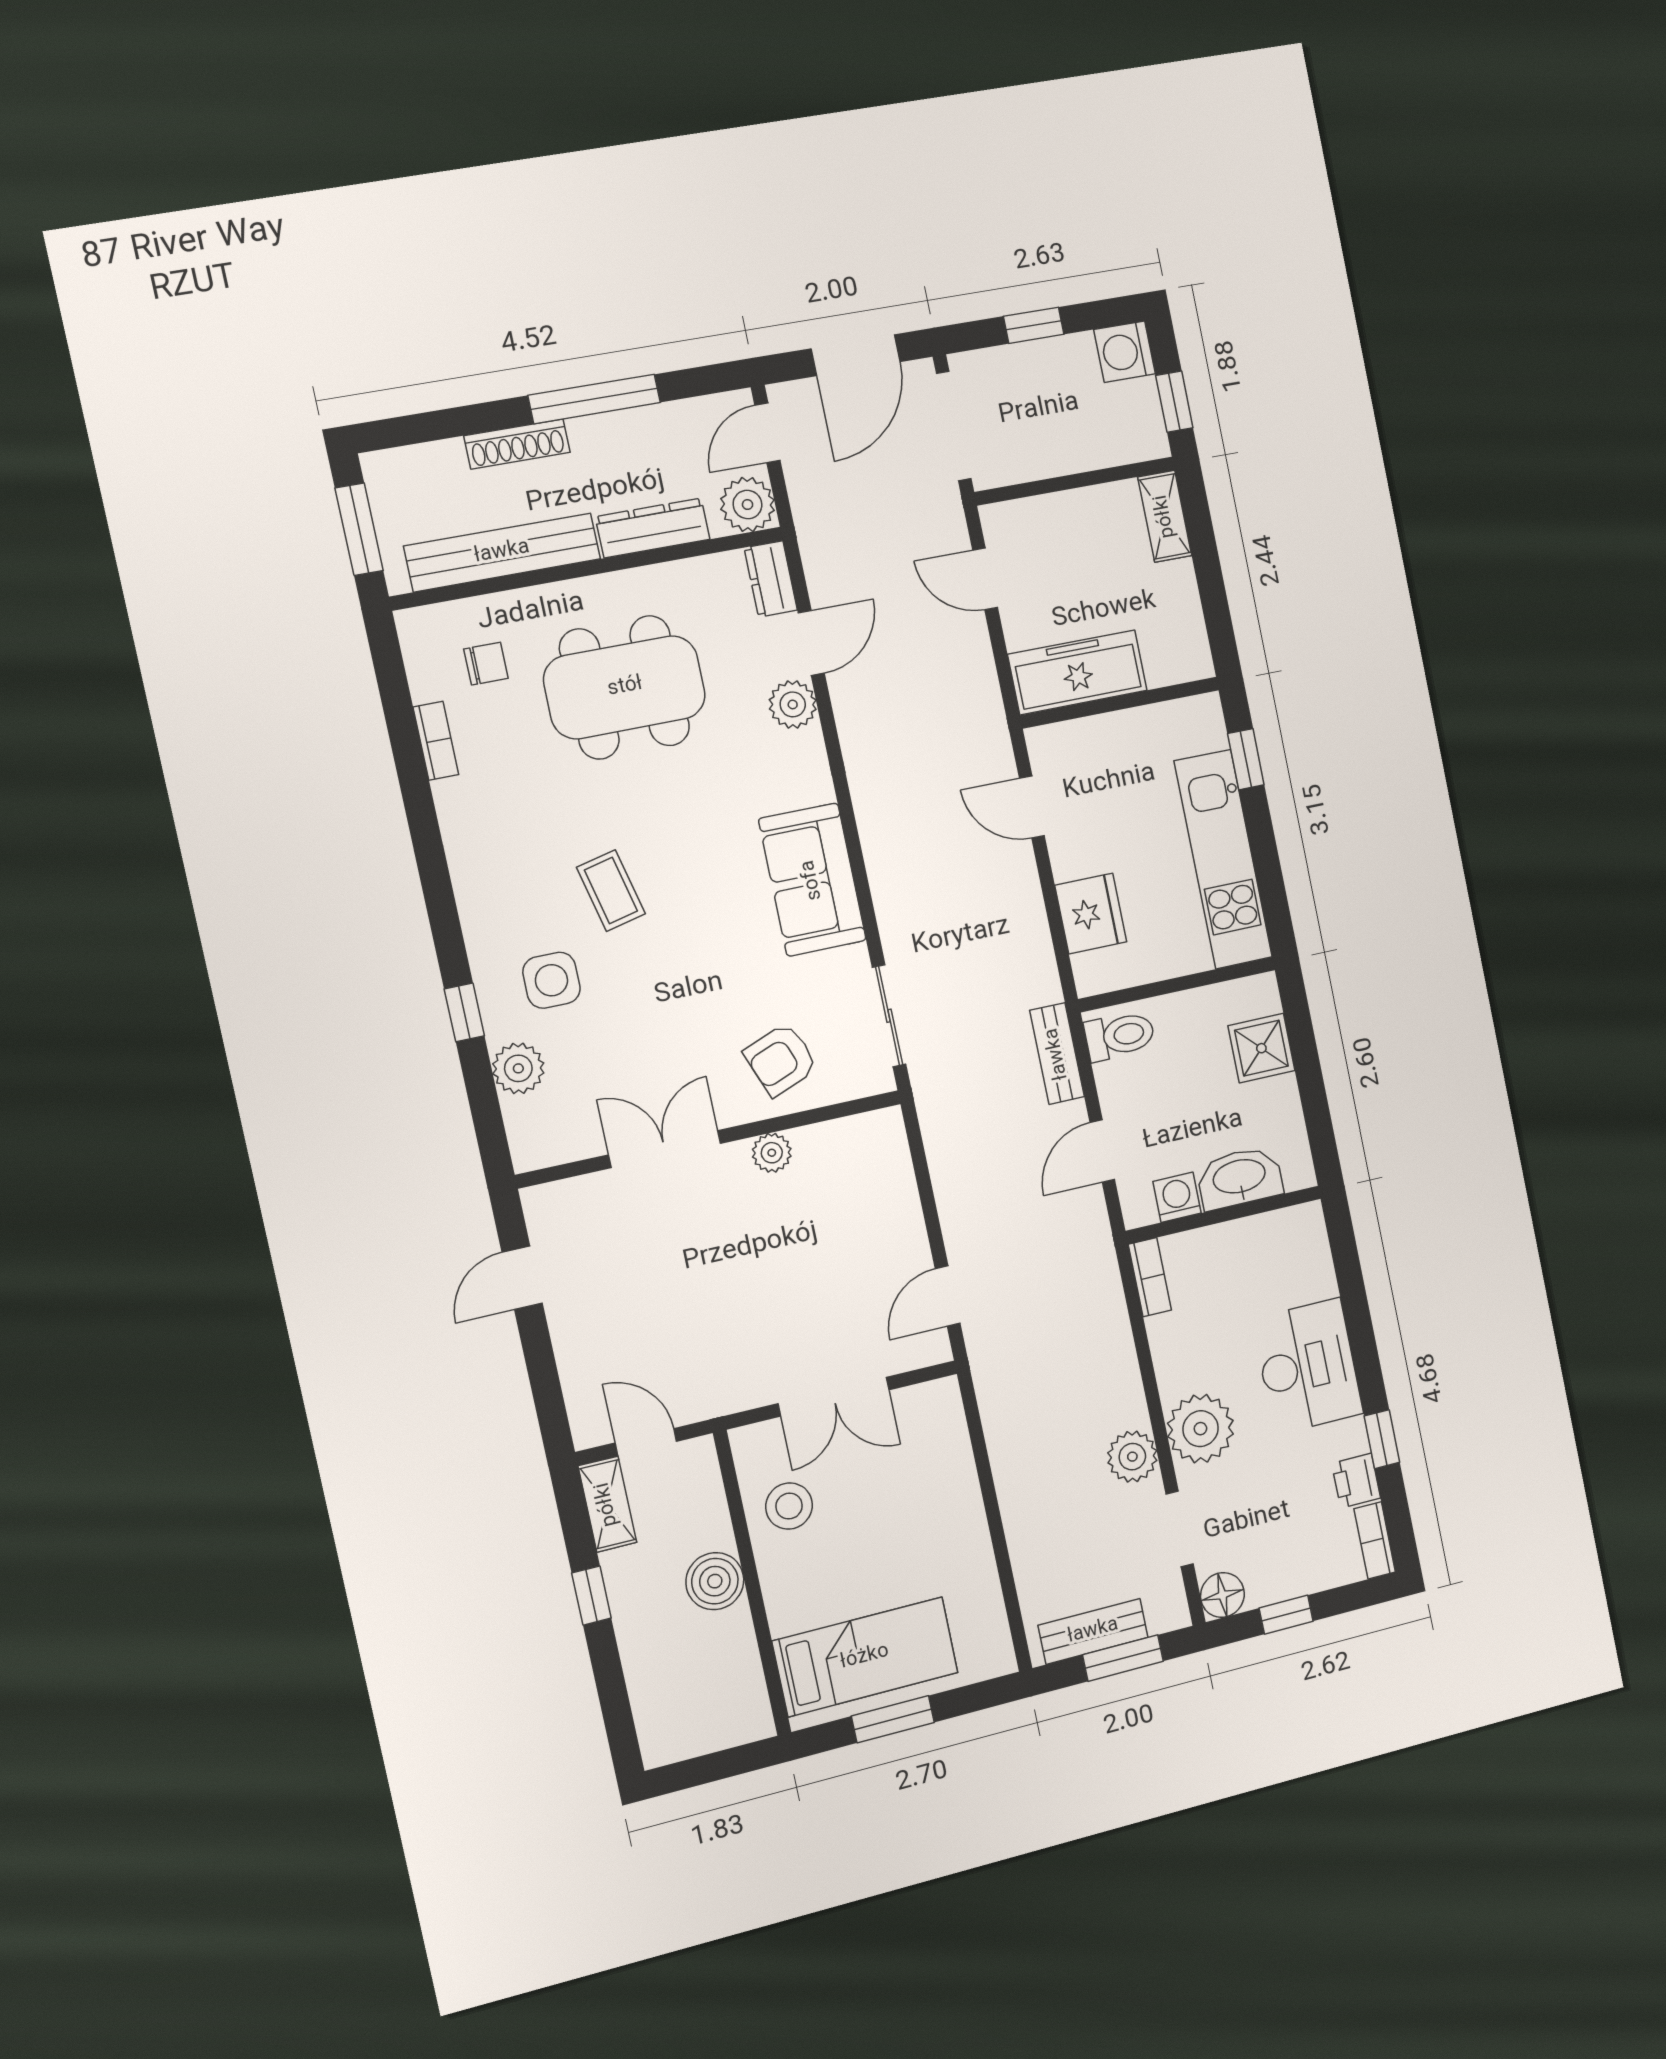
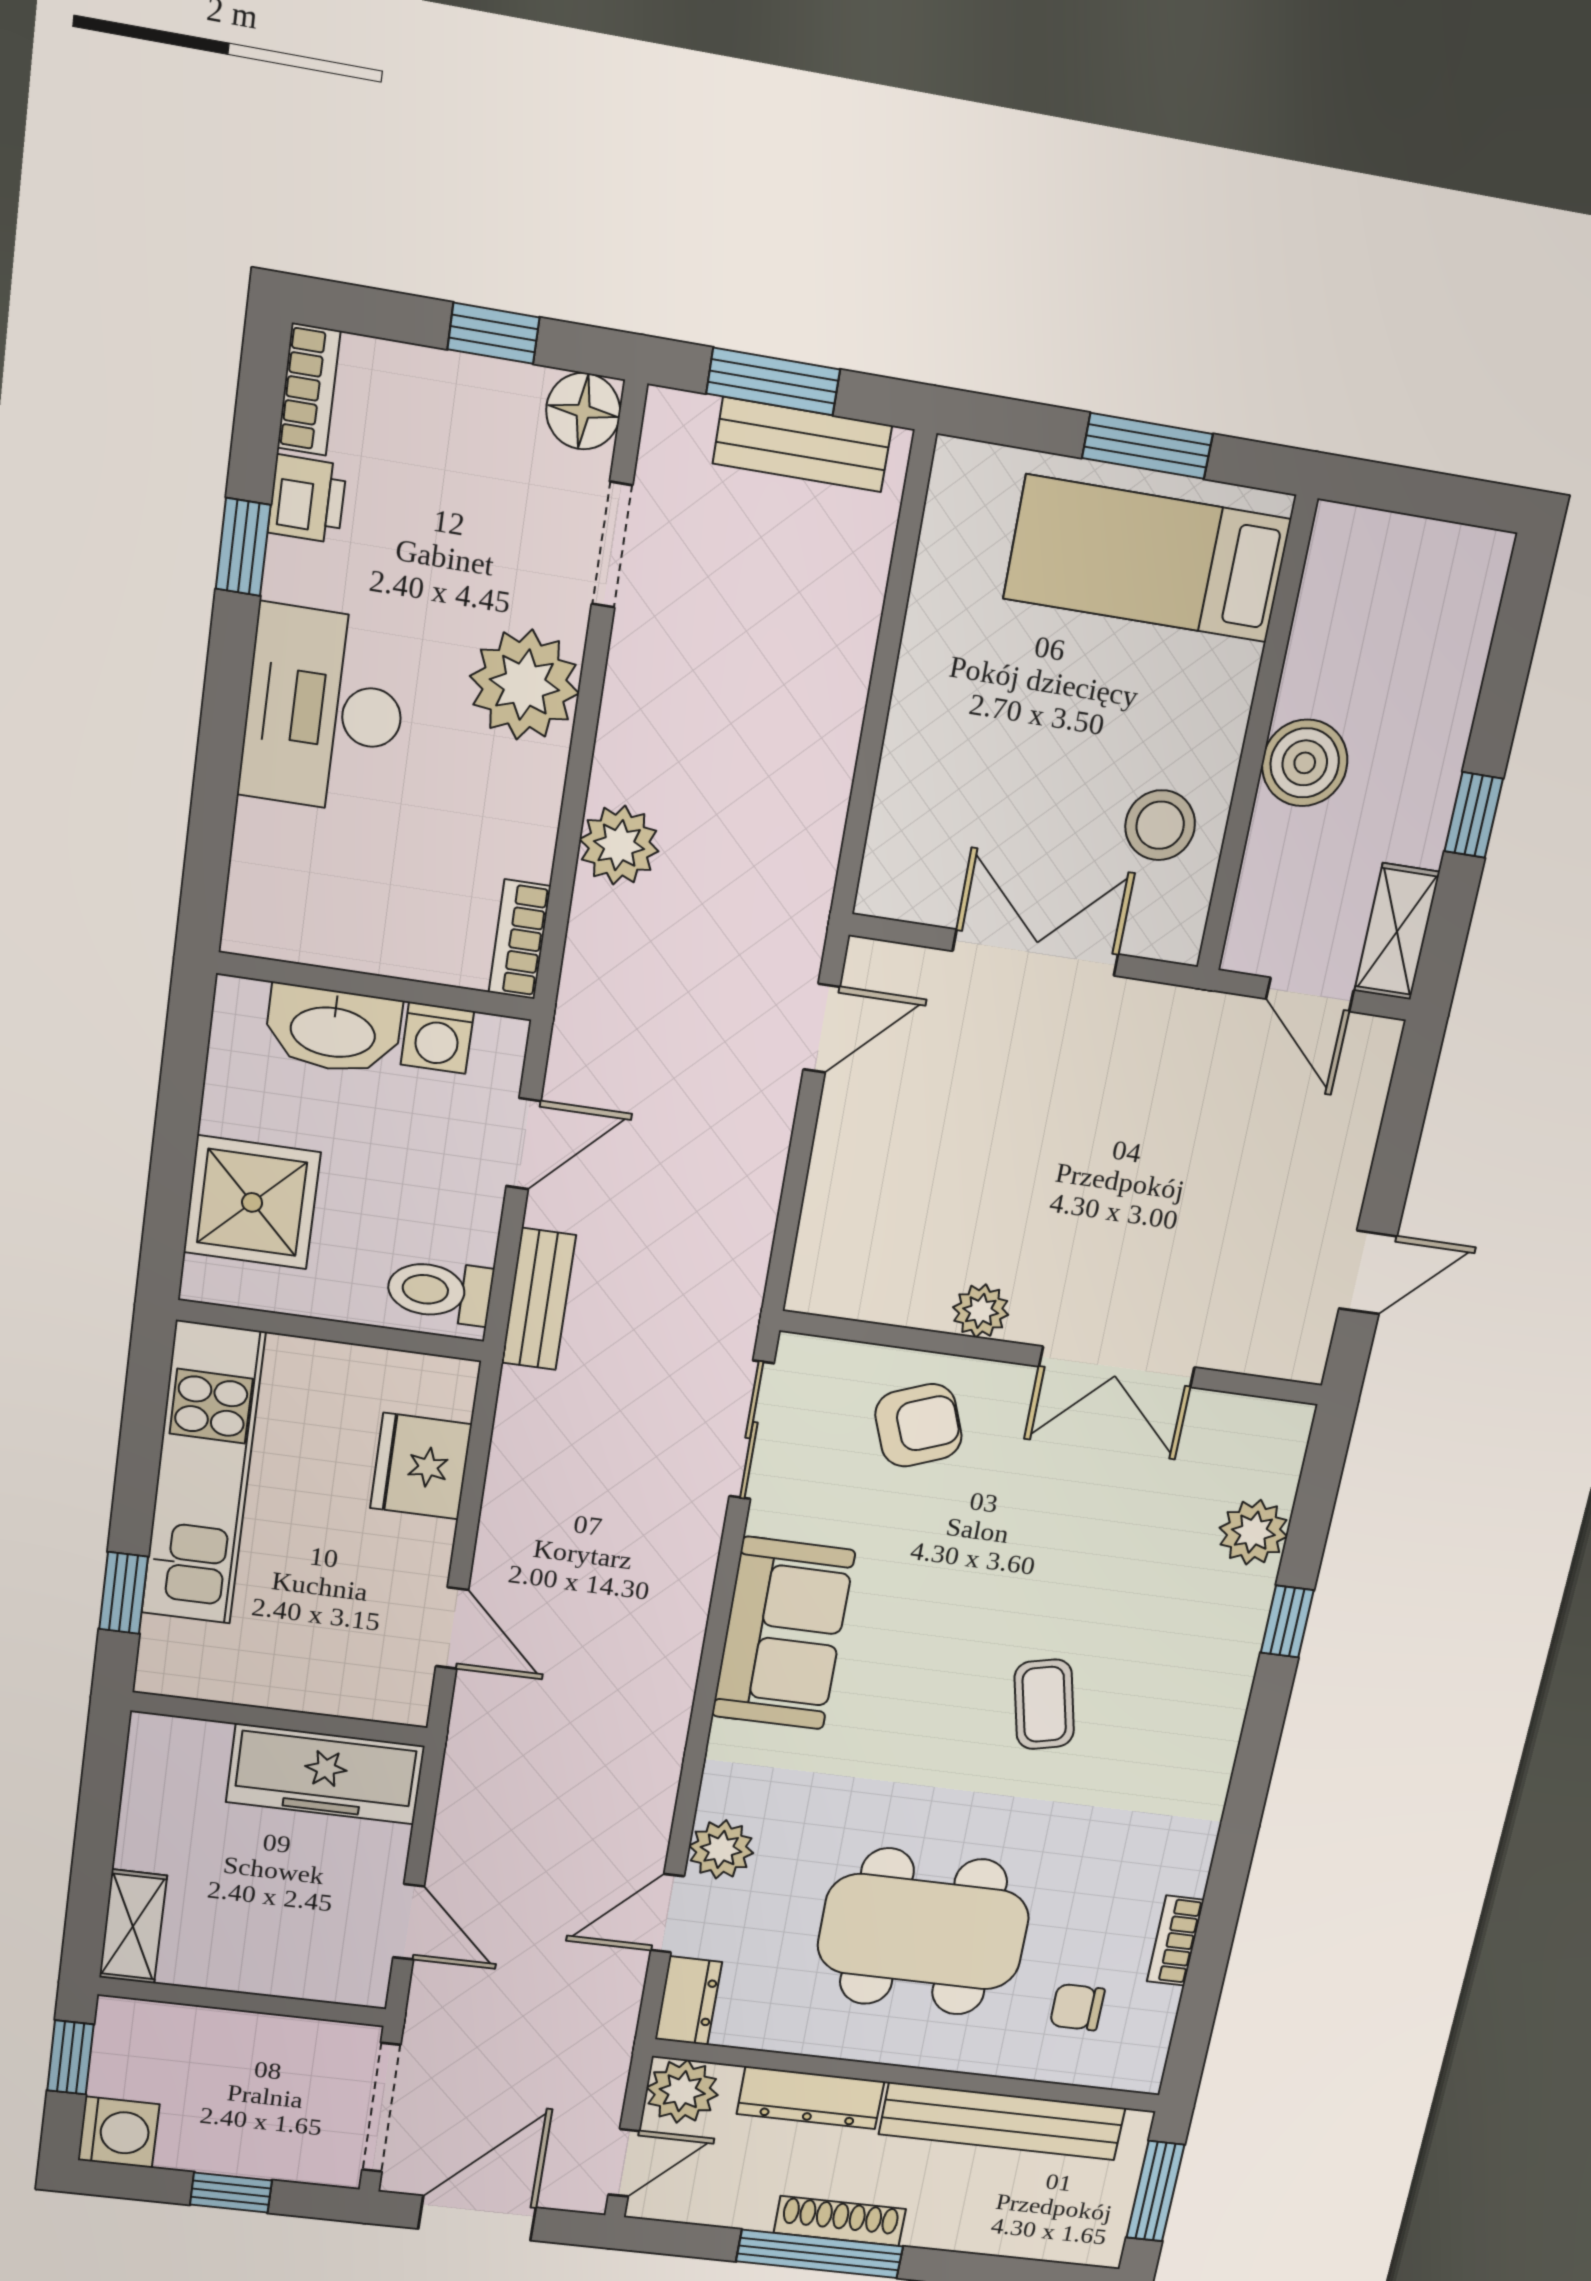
shoe rack: (517, 444) -> (840, 2221), moved
side table: (551, 980) -> (1165, 1623), removed
shower: (1261, 1048) -> (252, 1202), width x1.36, depth x1.36
plant: (1132, 1457) -> (619, 845), moved

